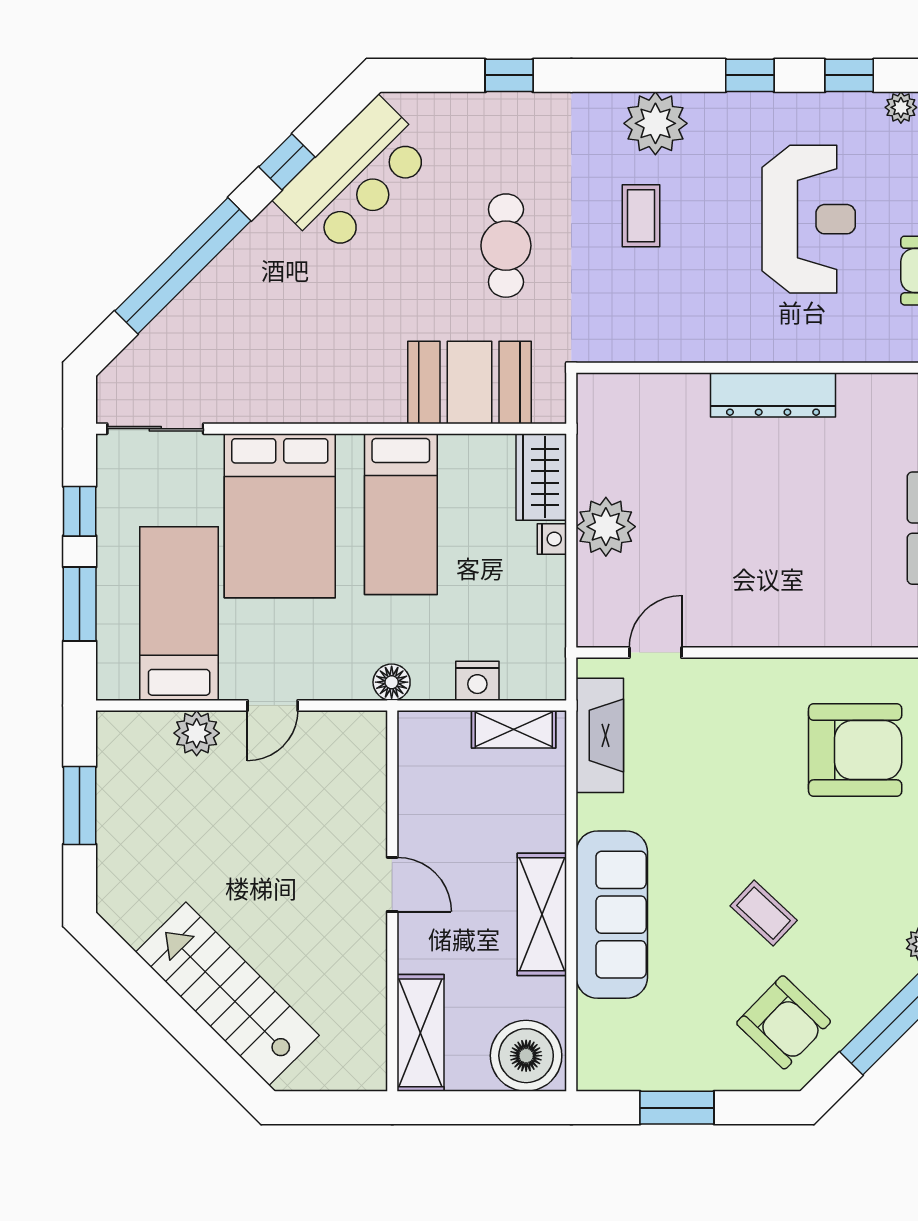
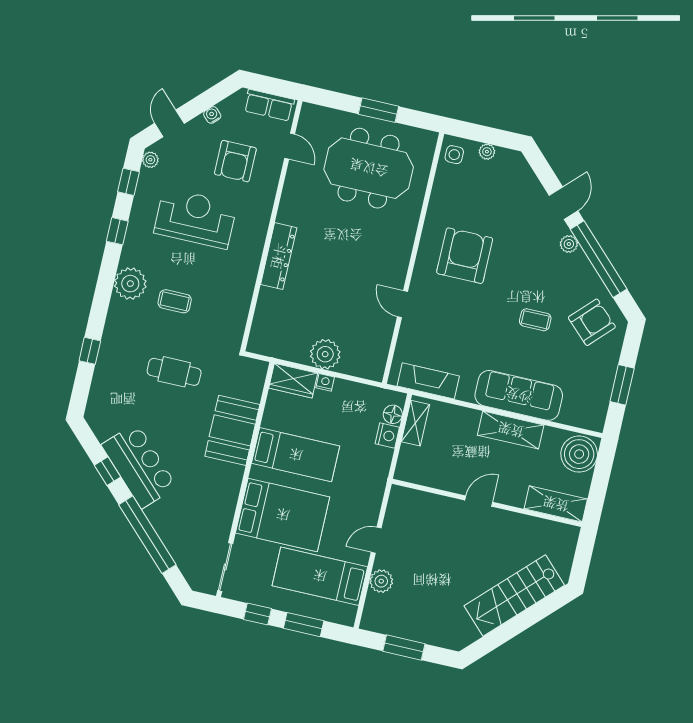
bar counter: (354, 176) -> (139, 466), moved
booth: (469, 383) -> (232, 430), moved
door: (655, 653) -> (403, 304), moved
floor lamp: (392, 682) -> (393, 414), moved
door: (273, 706) -> (376, 540), swing flipped
coffee table: (764, 913) -> (535, 320), turned 47

